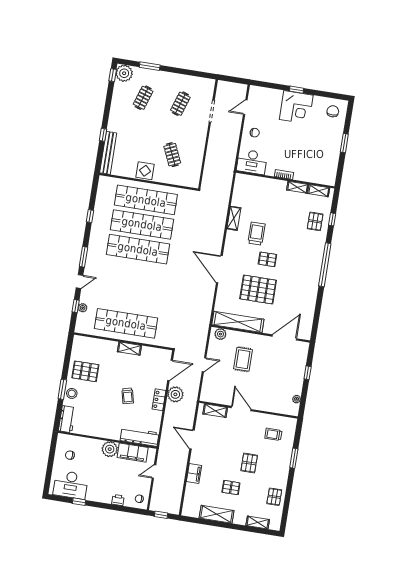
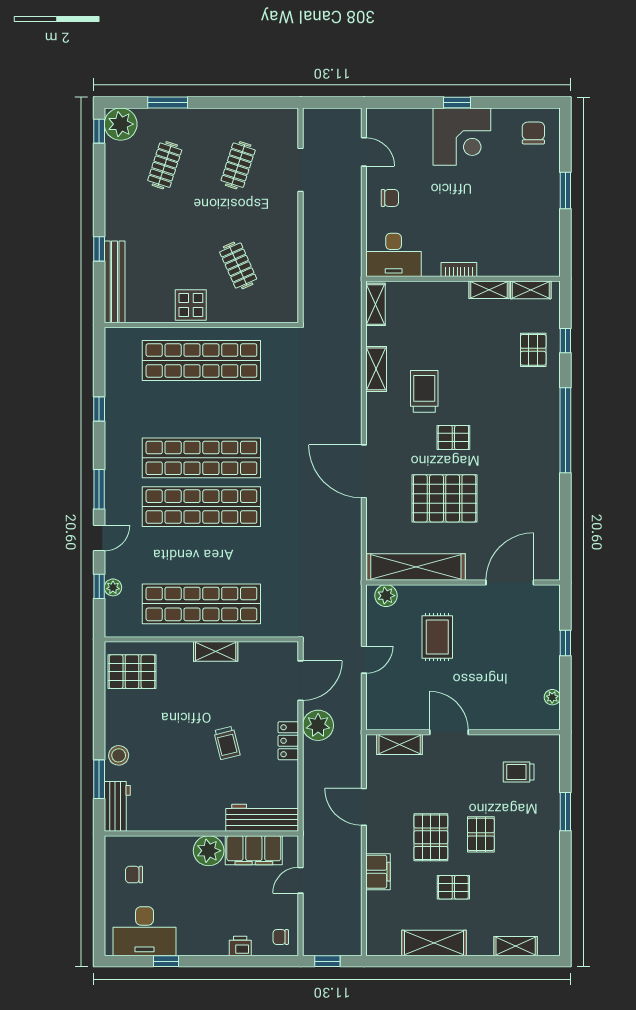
door: (245, 107) -> (364, 152), swing flipped
shelving: (239, 185) -> (376, 304), added
shop shelf: (142, 224) -> (201, 507), moved
pallet: (85, 371) -> (132, 672), moved
window: (62, 389) -> (99, 779), moved
pallet: (274, 497) -> (431, 837), moved, width x1.50, depth x1.42

